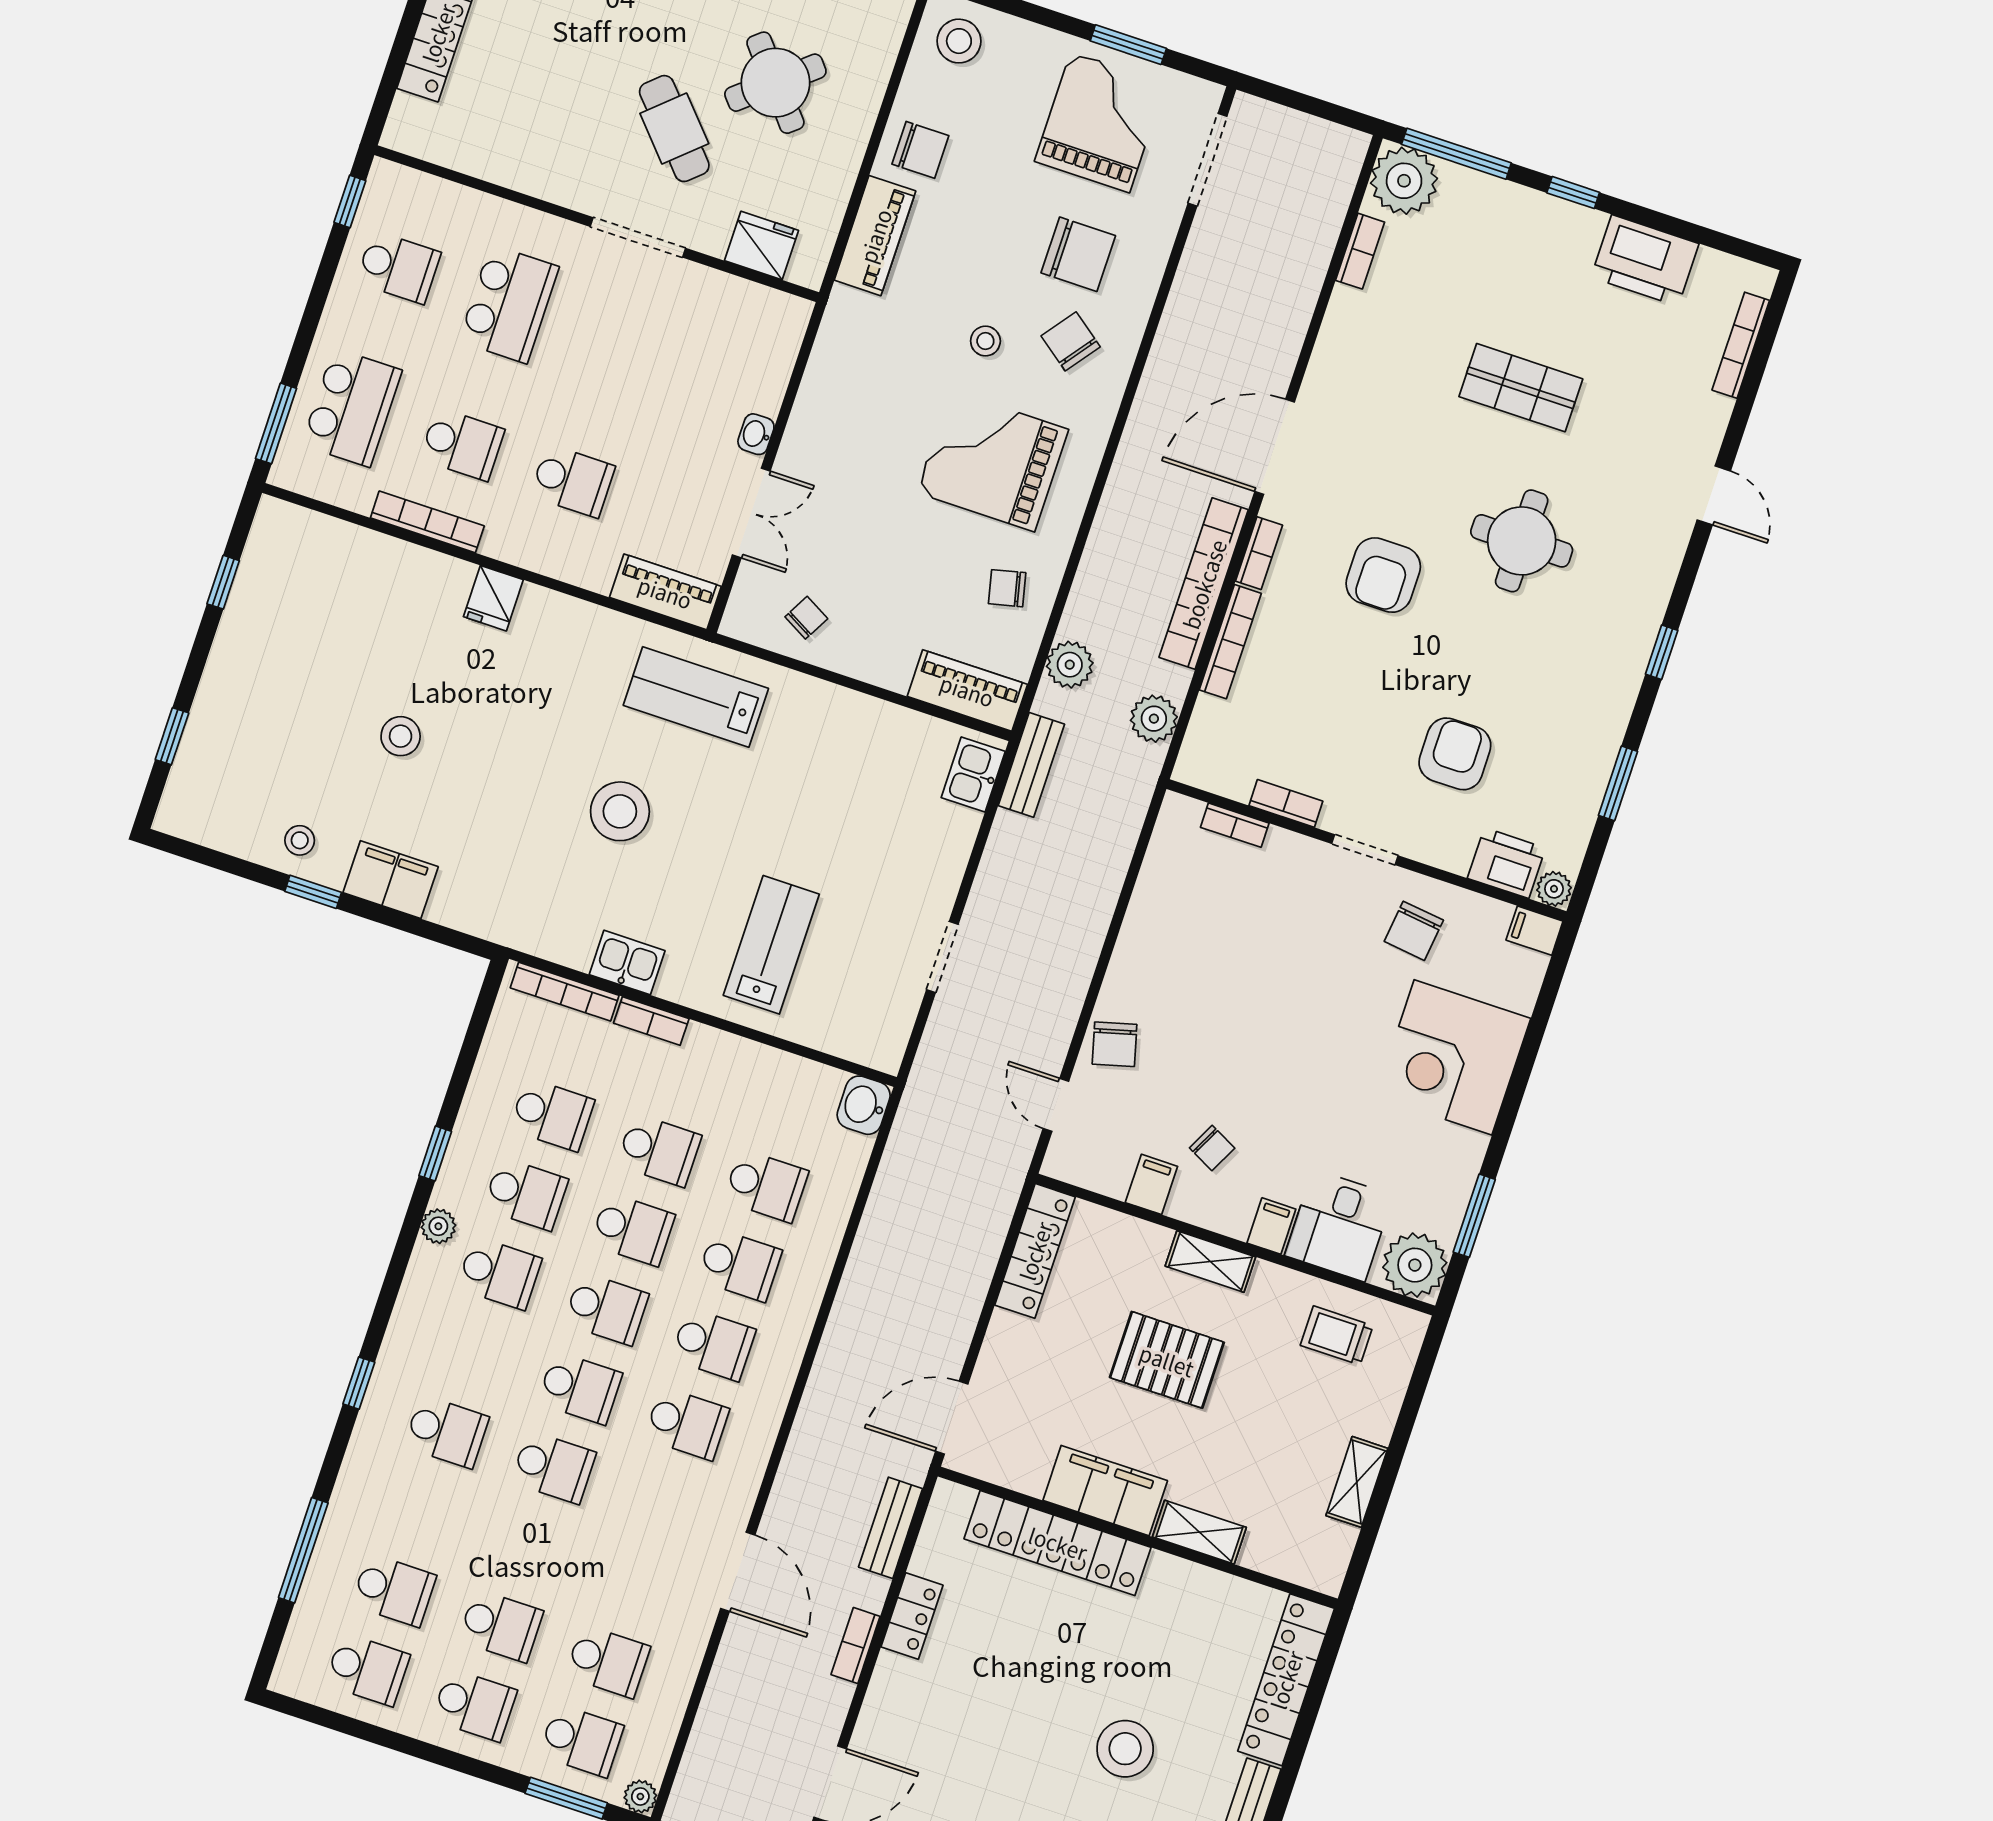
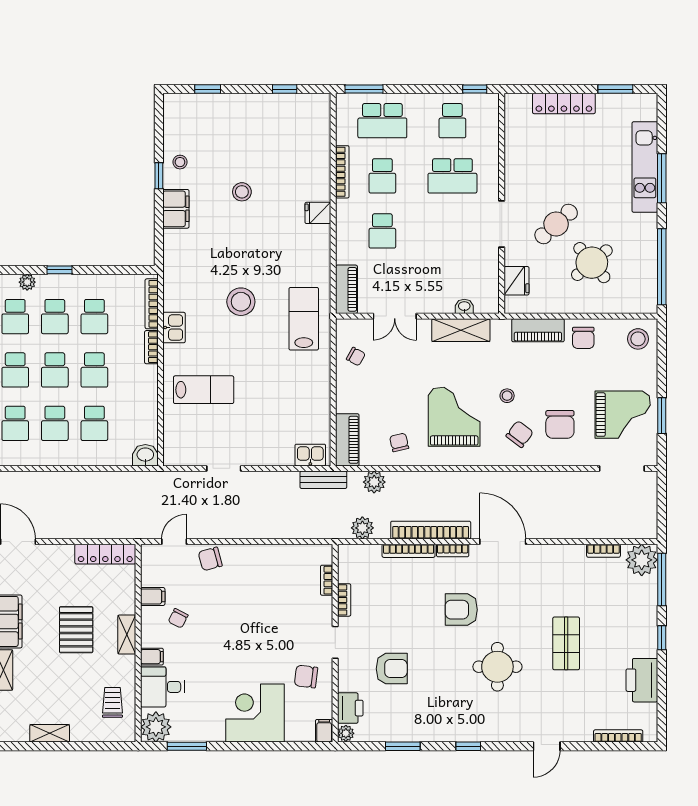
shelving: (823, 390) -> (461, 330), added
washbasin: (756, 434) -> (464, 306), moved

